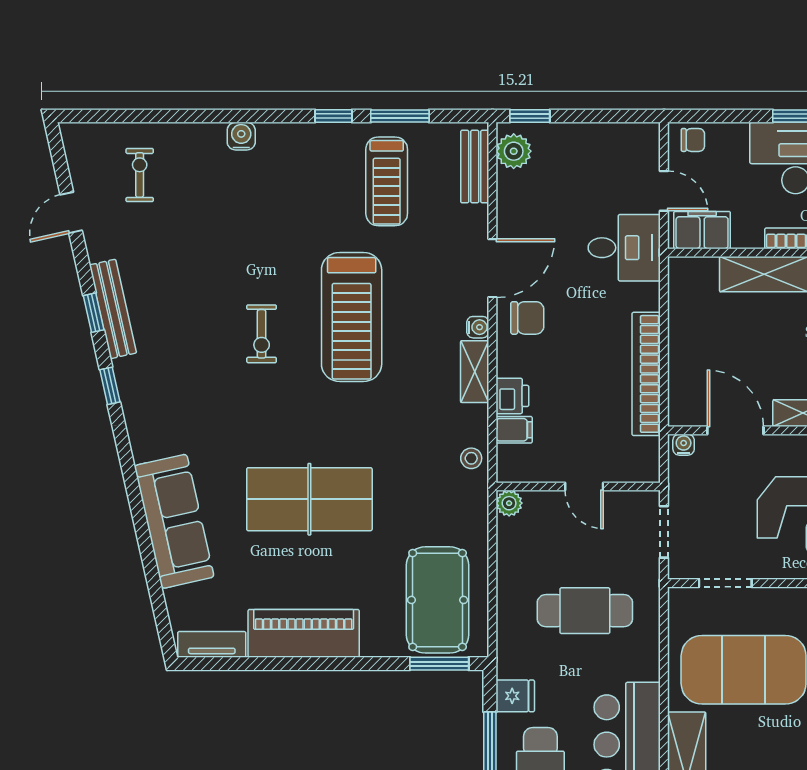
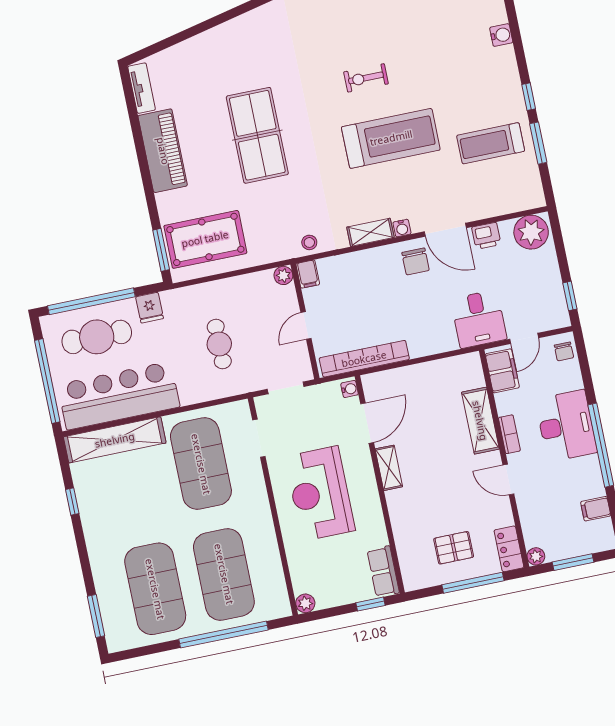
window: (530, 116) -> (570, 296), moved
plant: (514, 151) -> (531, 232), width x1.36, depth x1.36
bench: (475, 167) -> (514, 203), removed
treadmill: (352, 317) -> (391, 138), turned 180
bookcase: (646, 374) -> (364, 359), moved
printer: (512, 396) -> (486, 236), moved
filing cabinet: (514, 430) -> (308, 274), moved
sofa: (174, 521) -> (222, 44), removed
cafe table: (585, 611) -> (219, 344), width x0.73, depth x0.74

